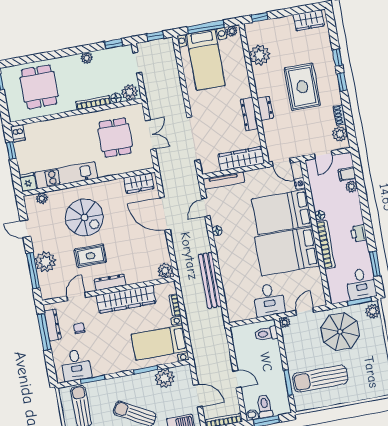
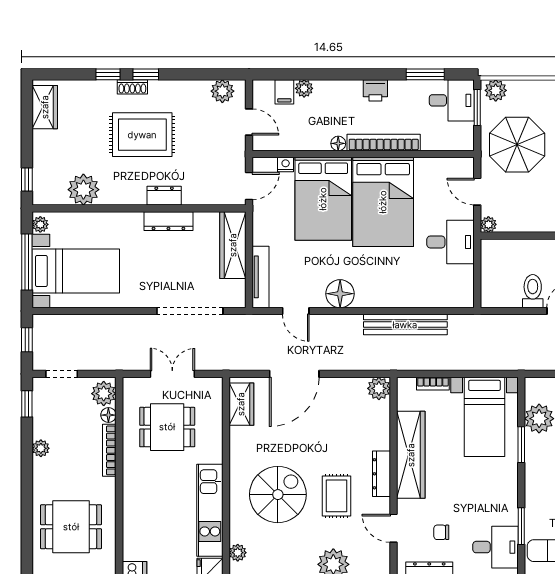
shoe rack: (339, 115) -> (132, 87), moved
floor lamp: (217, 231) -> (340, 294), width x1.89, depth x1.89
toilet: (266, 334) -> (533, 291), moved, turned 180

